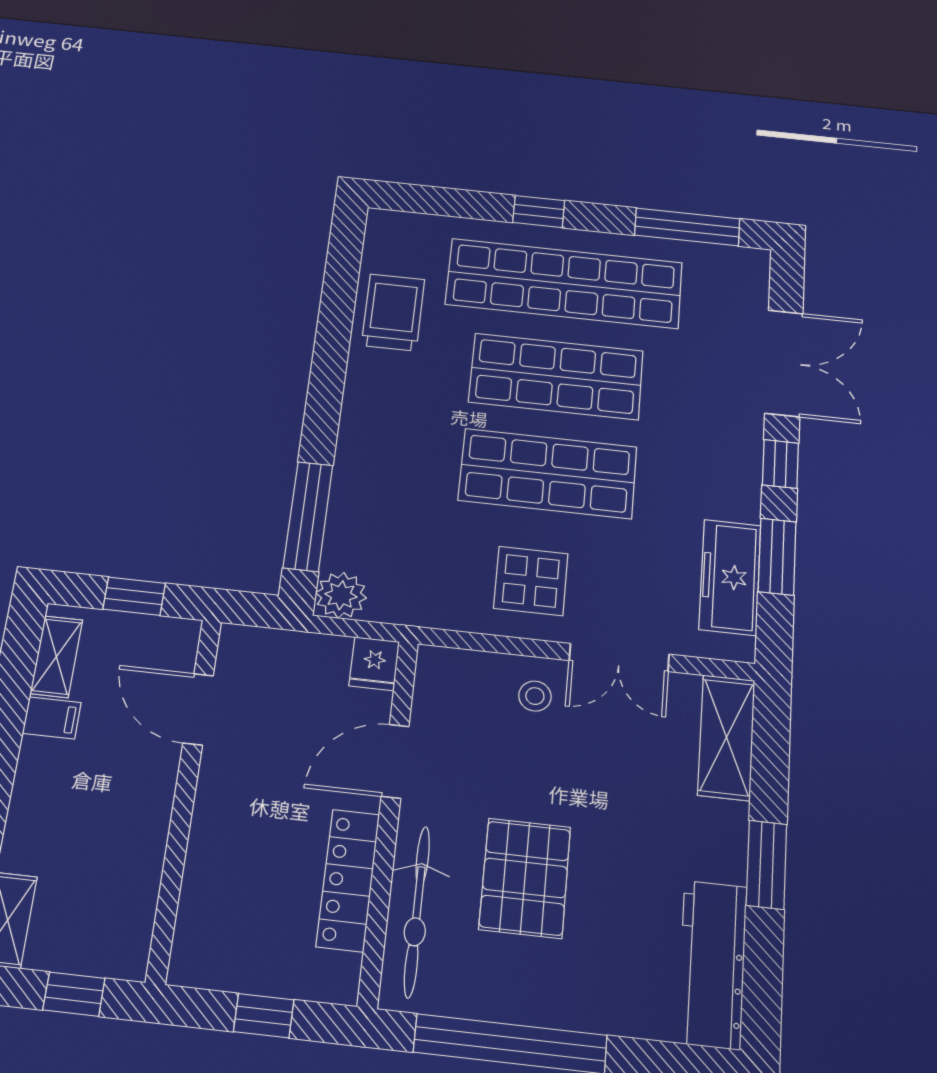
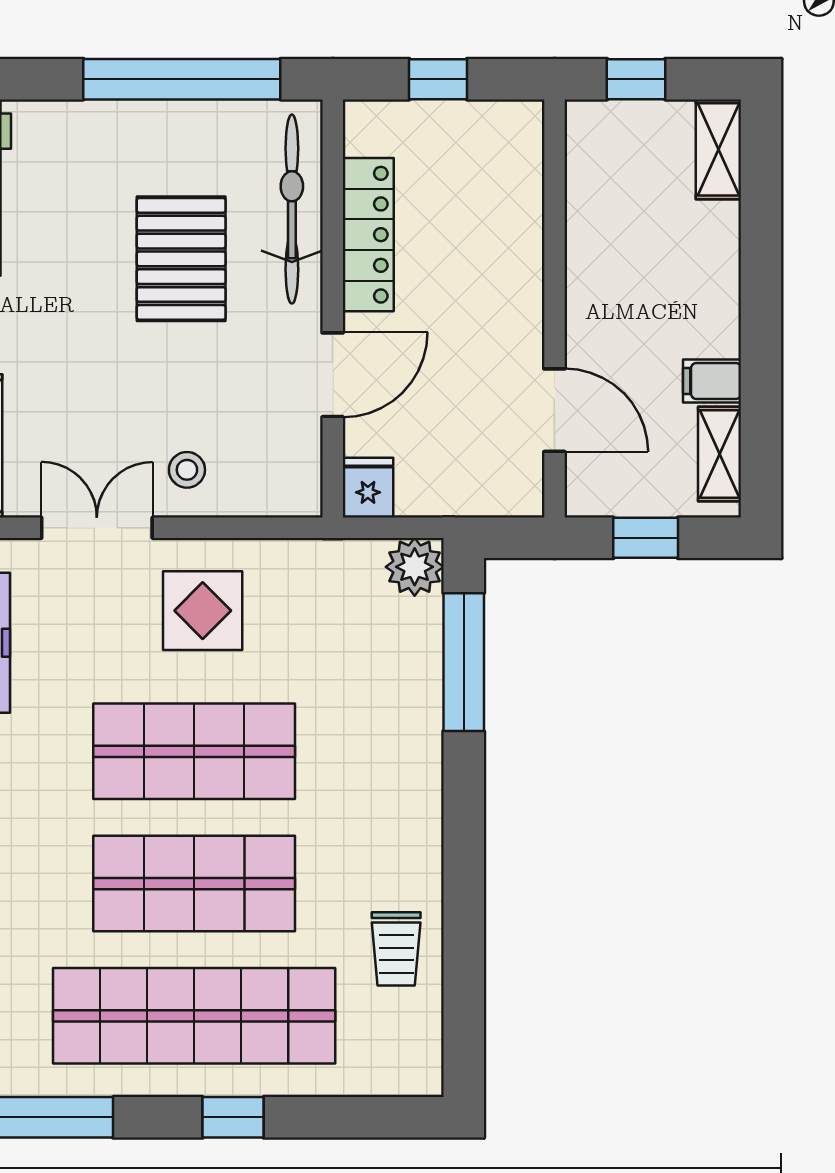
trolley: (393, 312) -> (396, 949), width x0.73, depth x0.72

